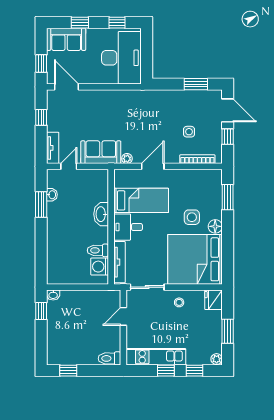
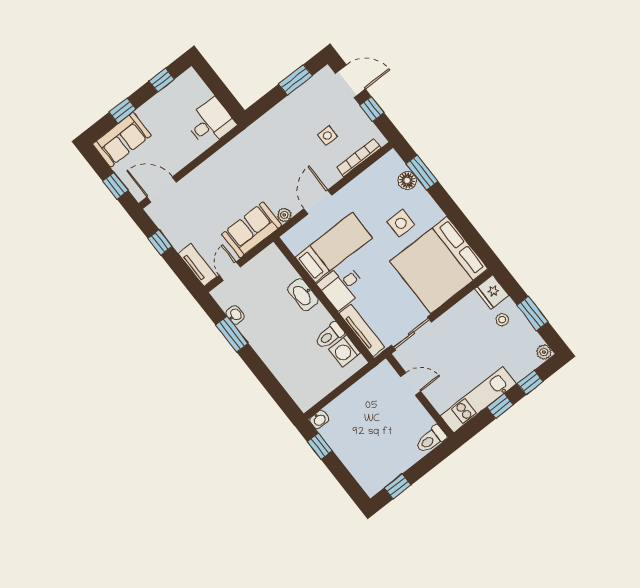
desk: (121, 58) -> (210, 123), width x0.53, depth x0.77
floor lamp: (215, 226) -> (407, 180), moved
stool: (179, 302) -> (502, 320), moved
door: (123, 316) -> (411, 384), swing flipped

